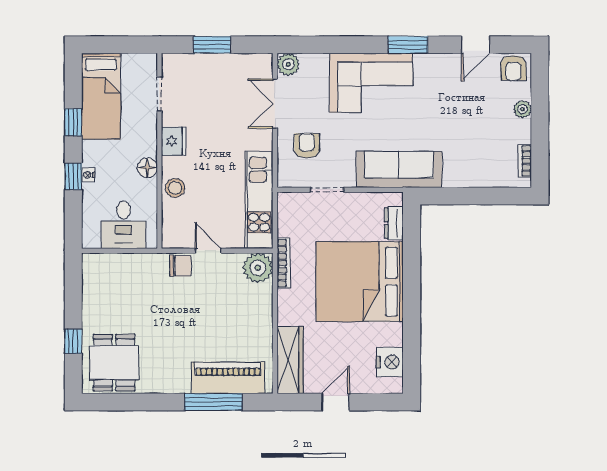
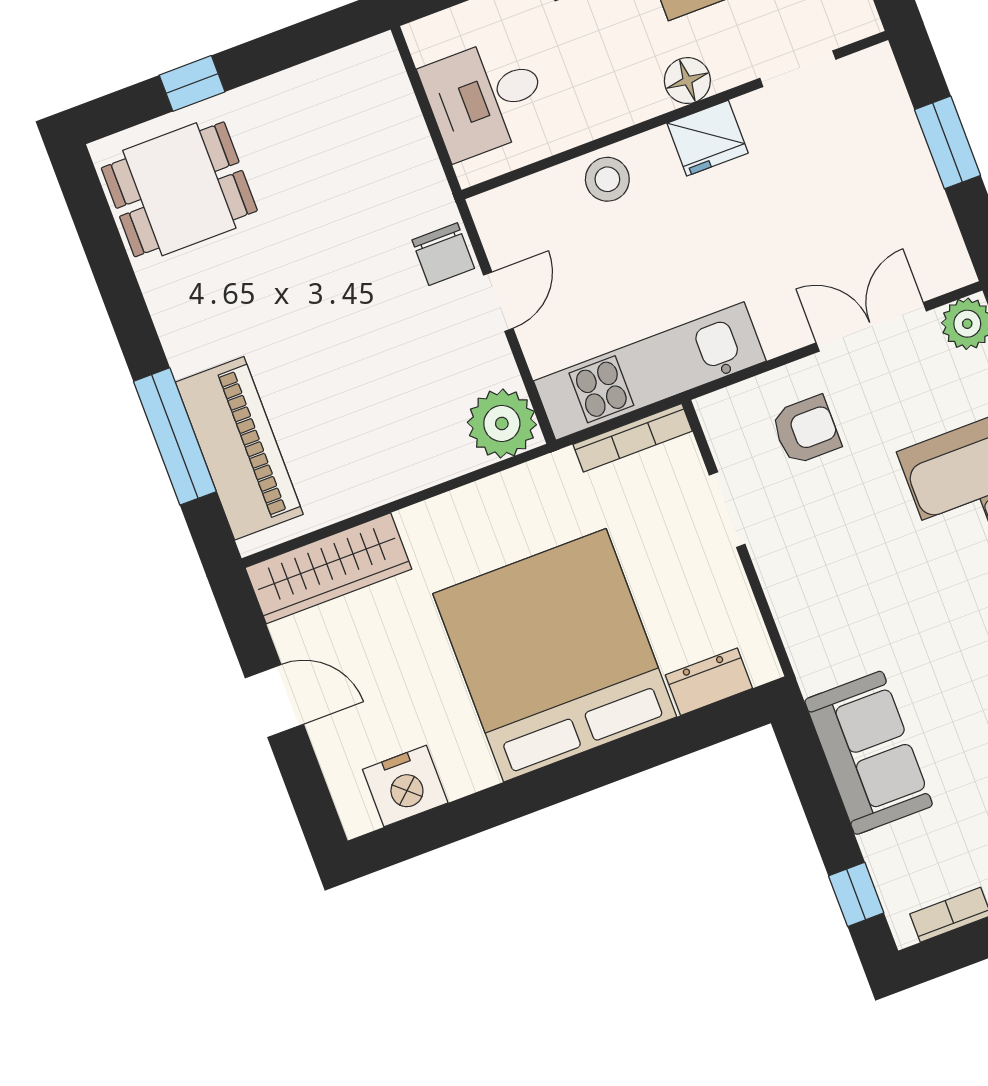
floor lamp: (147, 168) -> (687, 81), moved
sofa: (399, 169) -> (869, 753), moved, width x0.73
window: (502, 196) -> (856, 894), added
bookcase: (284, 263) -> (633, 438), moved

